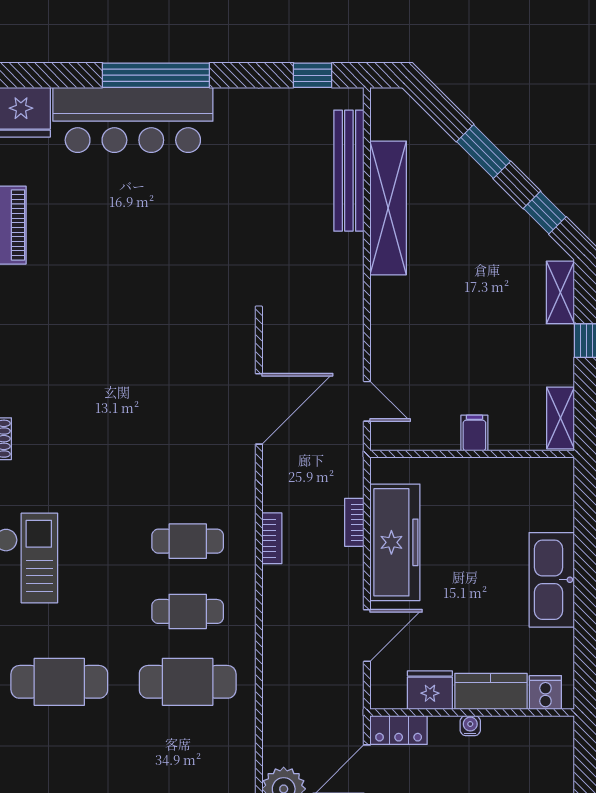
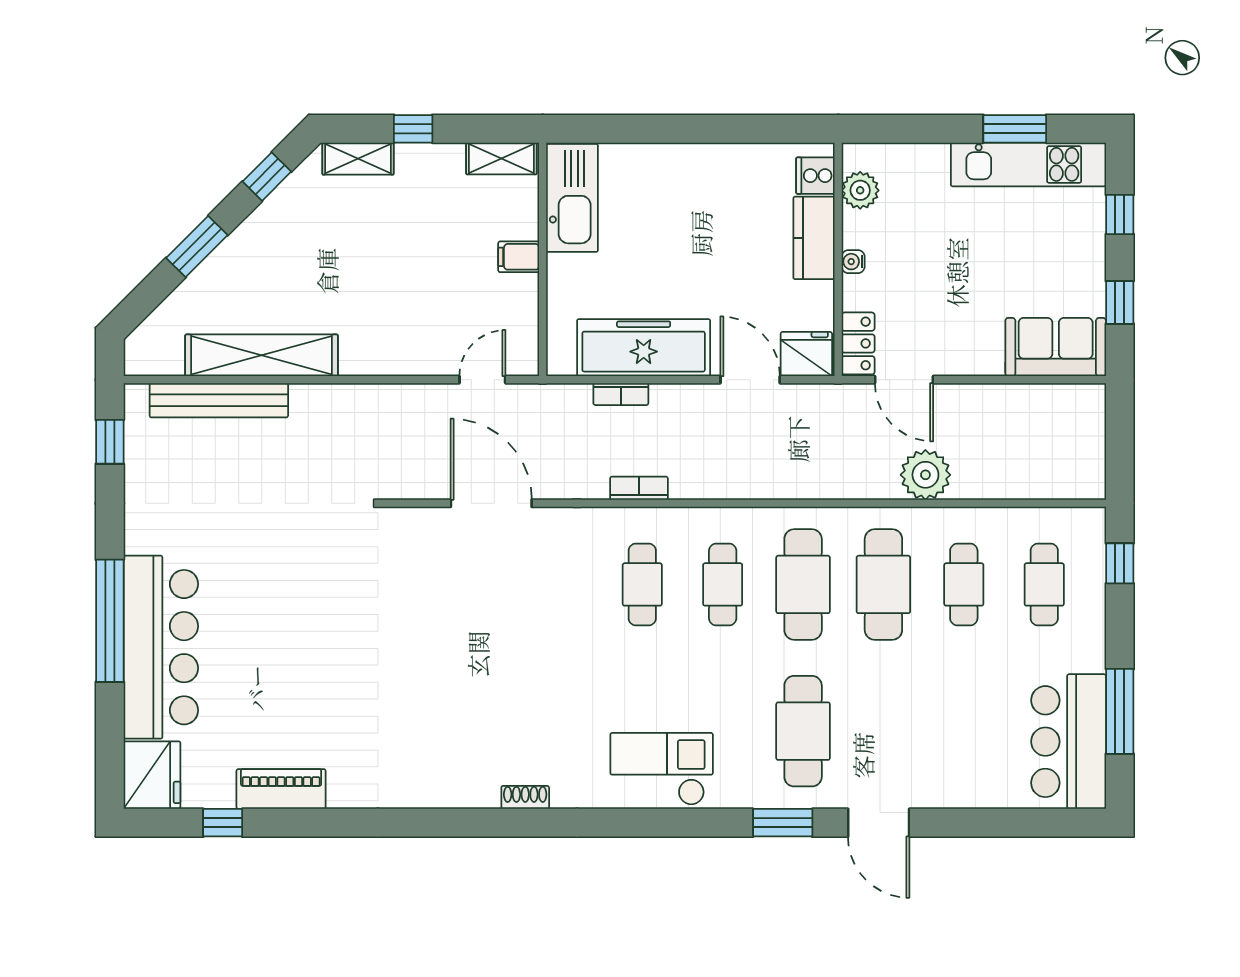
kitchen sink: (552, 580) -> (572, 198), moved, turned -90
fridge: (430, 690) -> (806, 354), moved, turned 90
plant: (533, 732) -> (860, 190), added
cafe table: (188, 752) -> (883, 584), added

